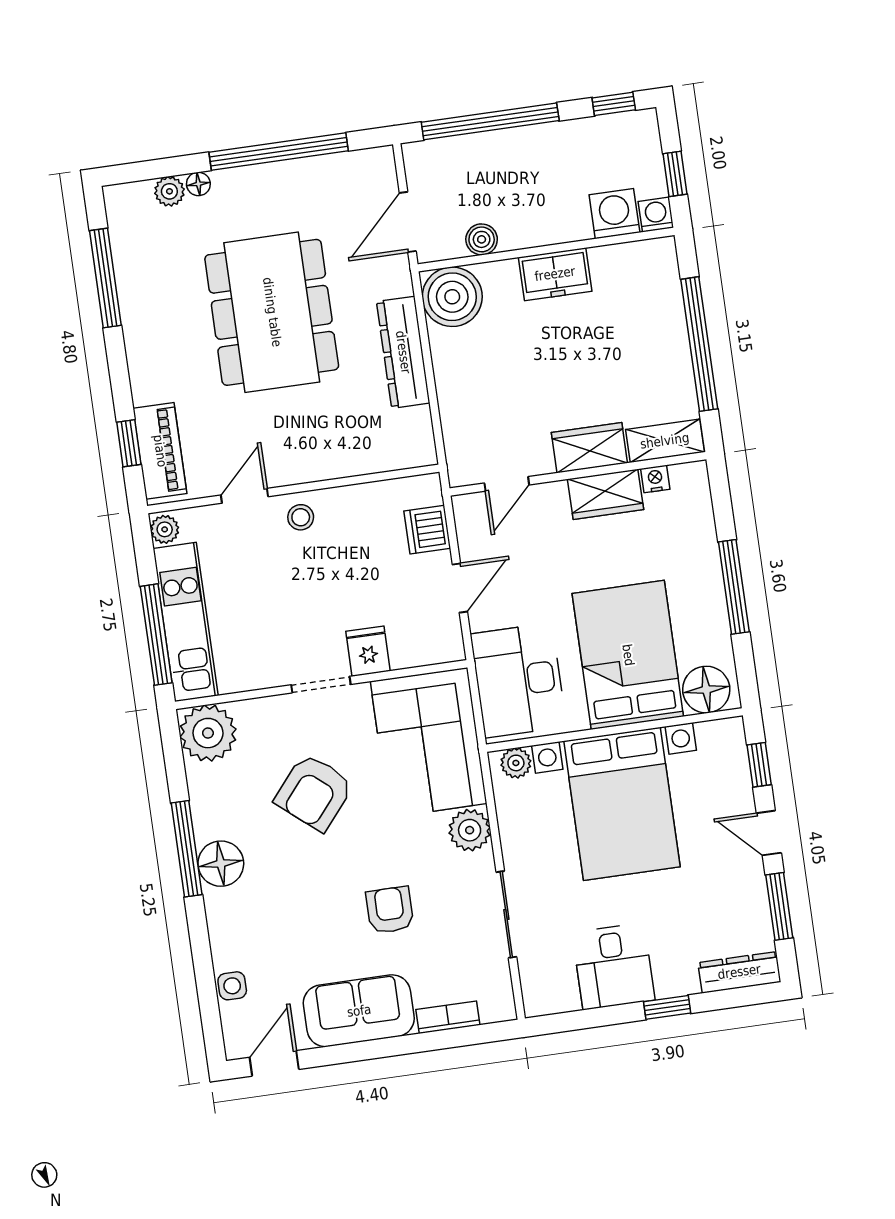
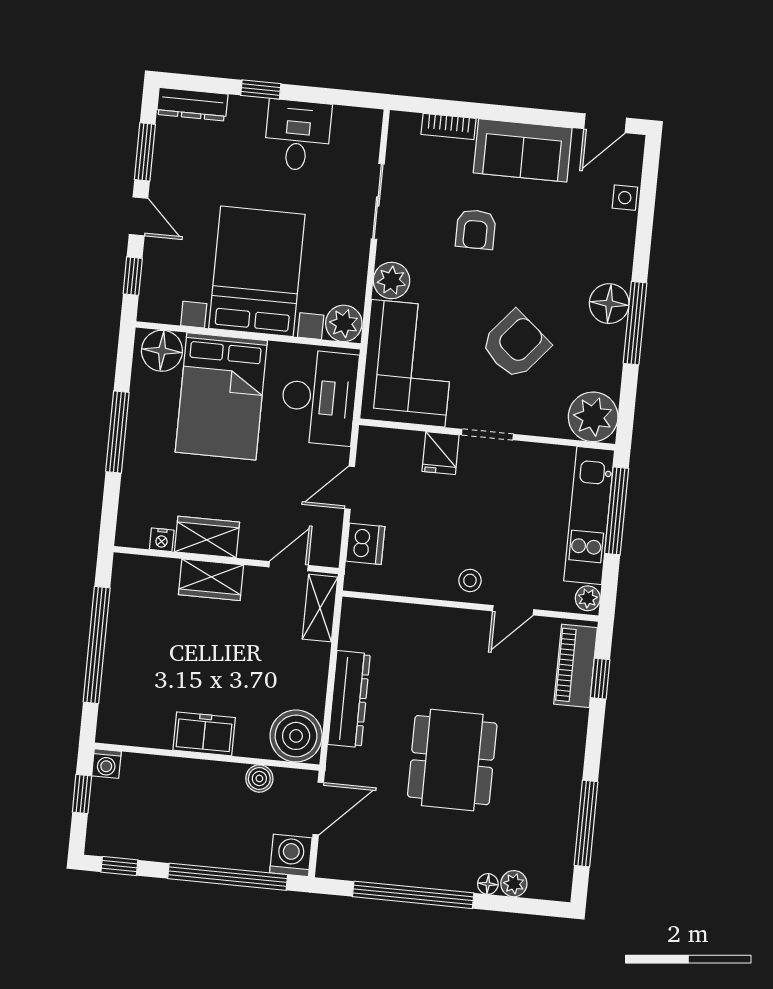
washing machine: (614, 214) -> (291, 855), moved, turned 180
dining table: (272, 312) -> (452, 760), width x0.73, depth x0.80
shelving: (665, 441) -> (320, 608), moved, turned 90
plant: (516, 763) -> (344, 323), width x1.38, depth x1.38

